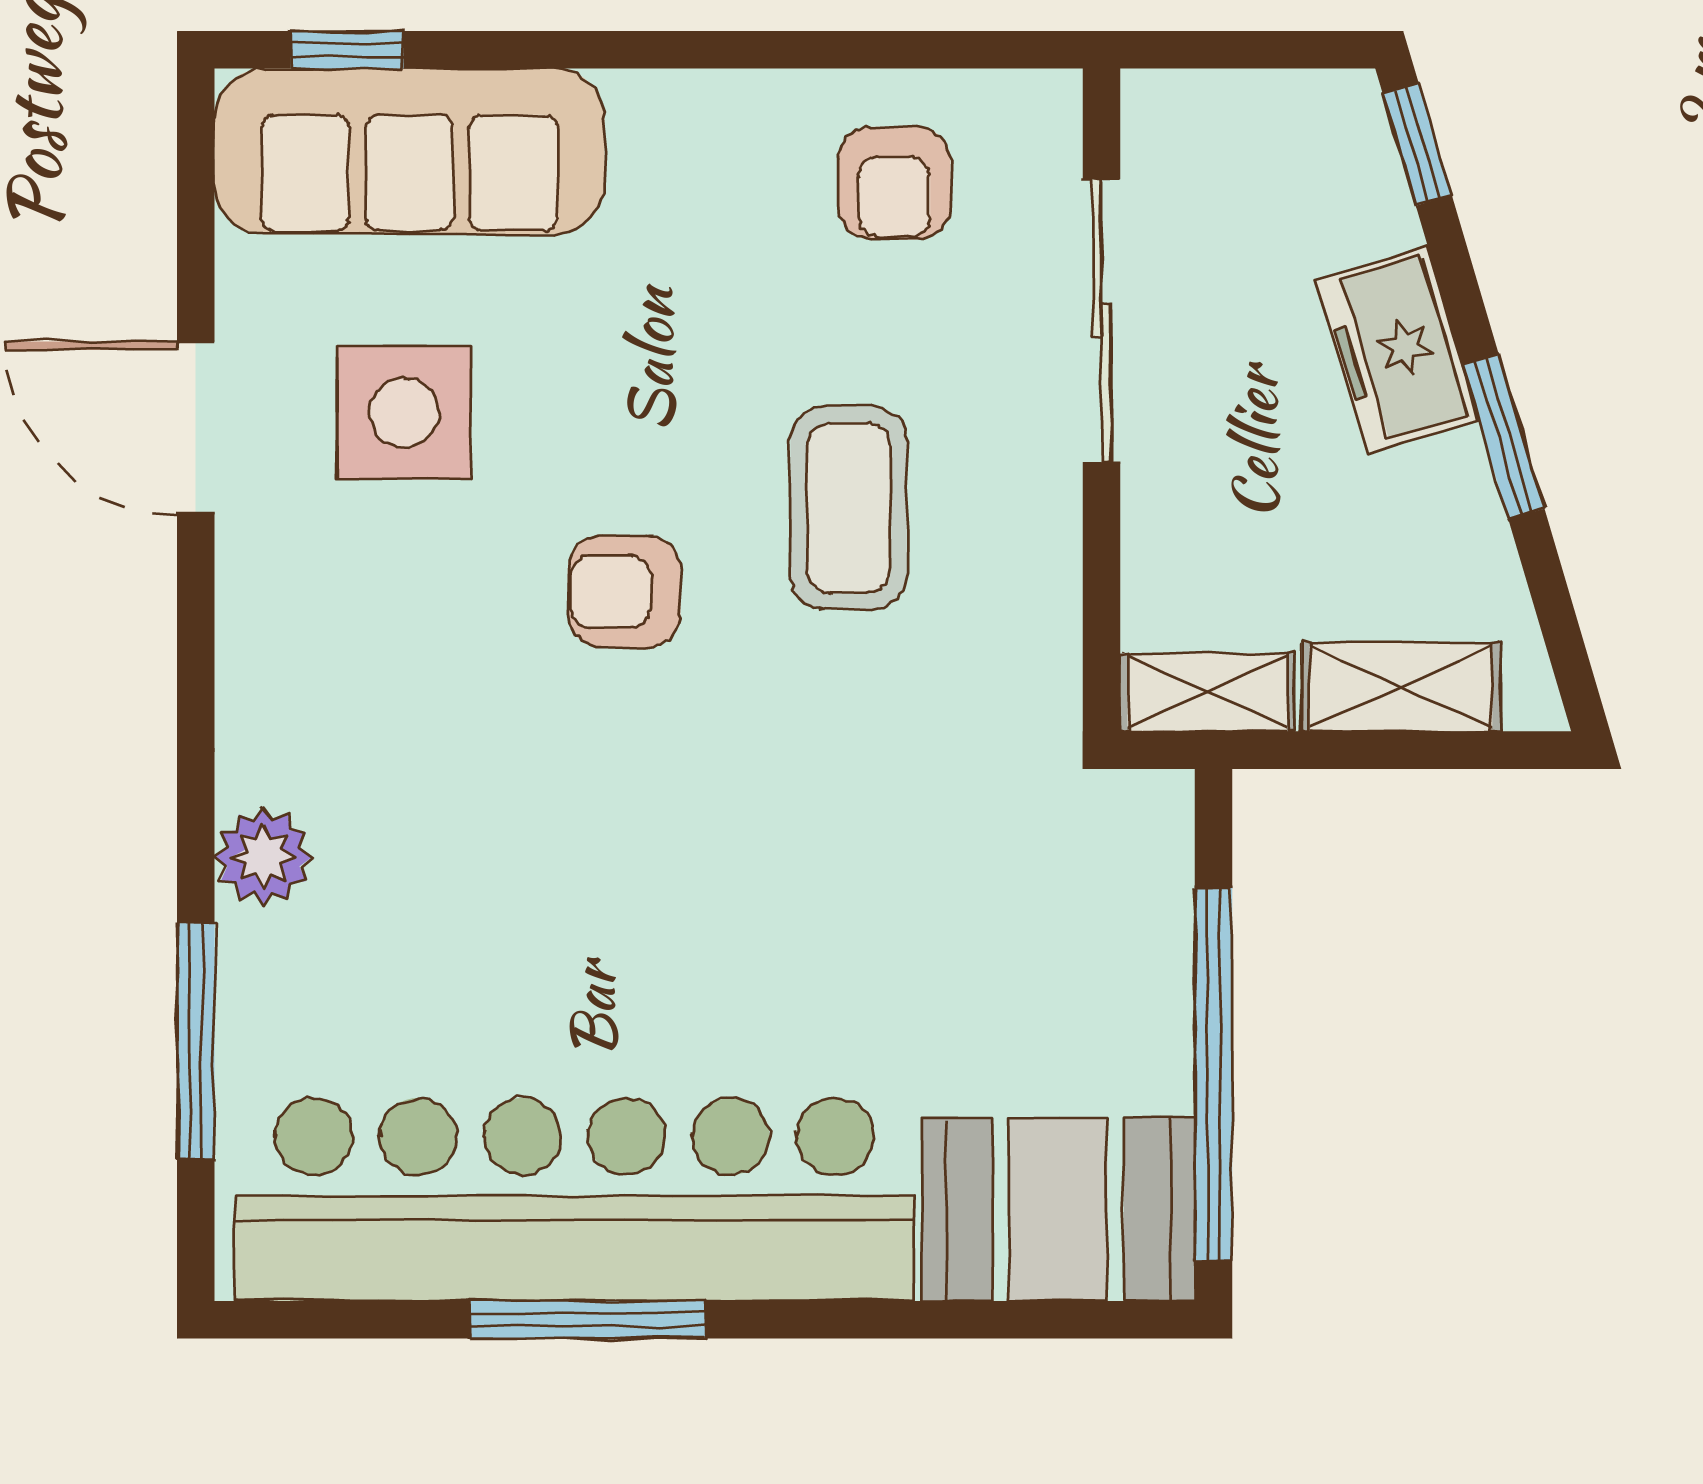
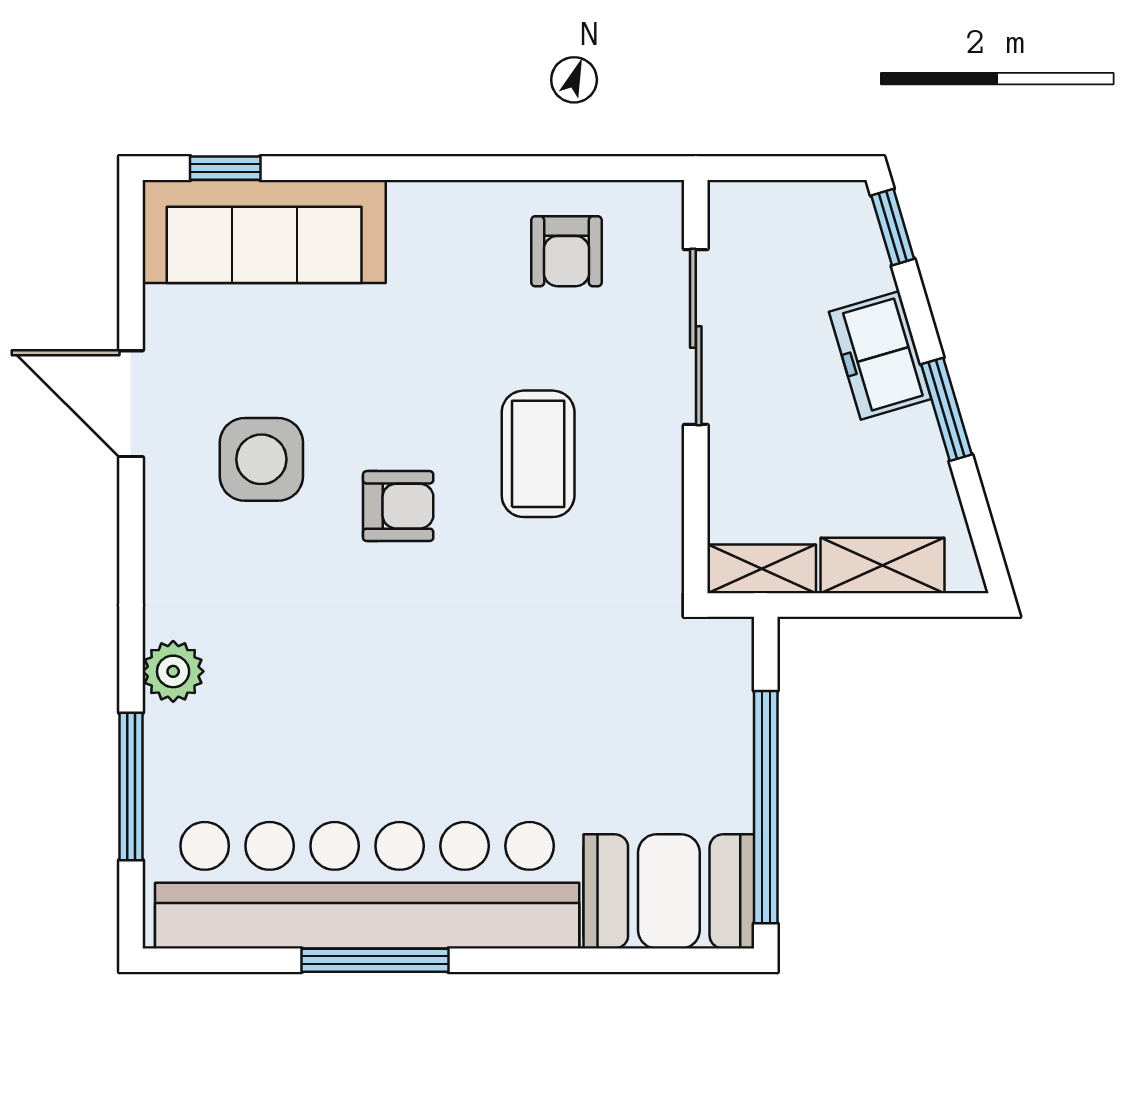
side table: (404, 413) -> (261, 459), moved
armchair: (624, 592) -> (398, 506), turned 180

